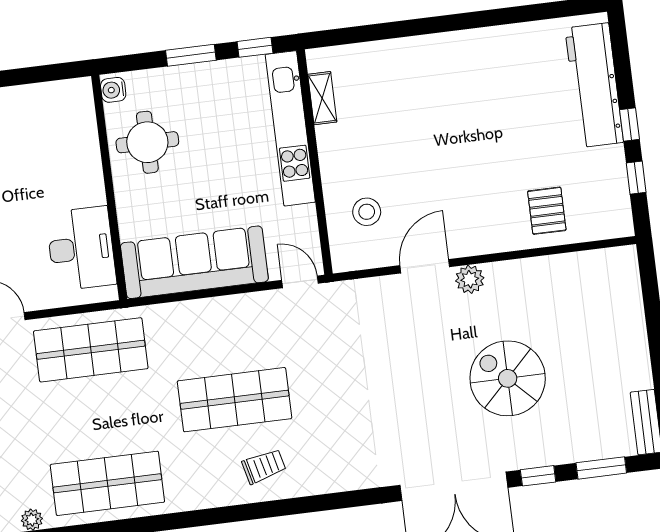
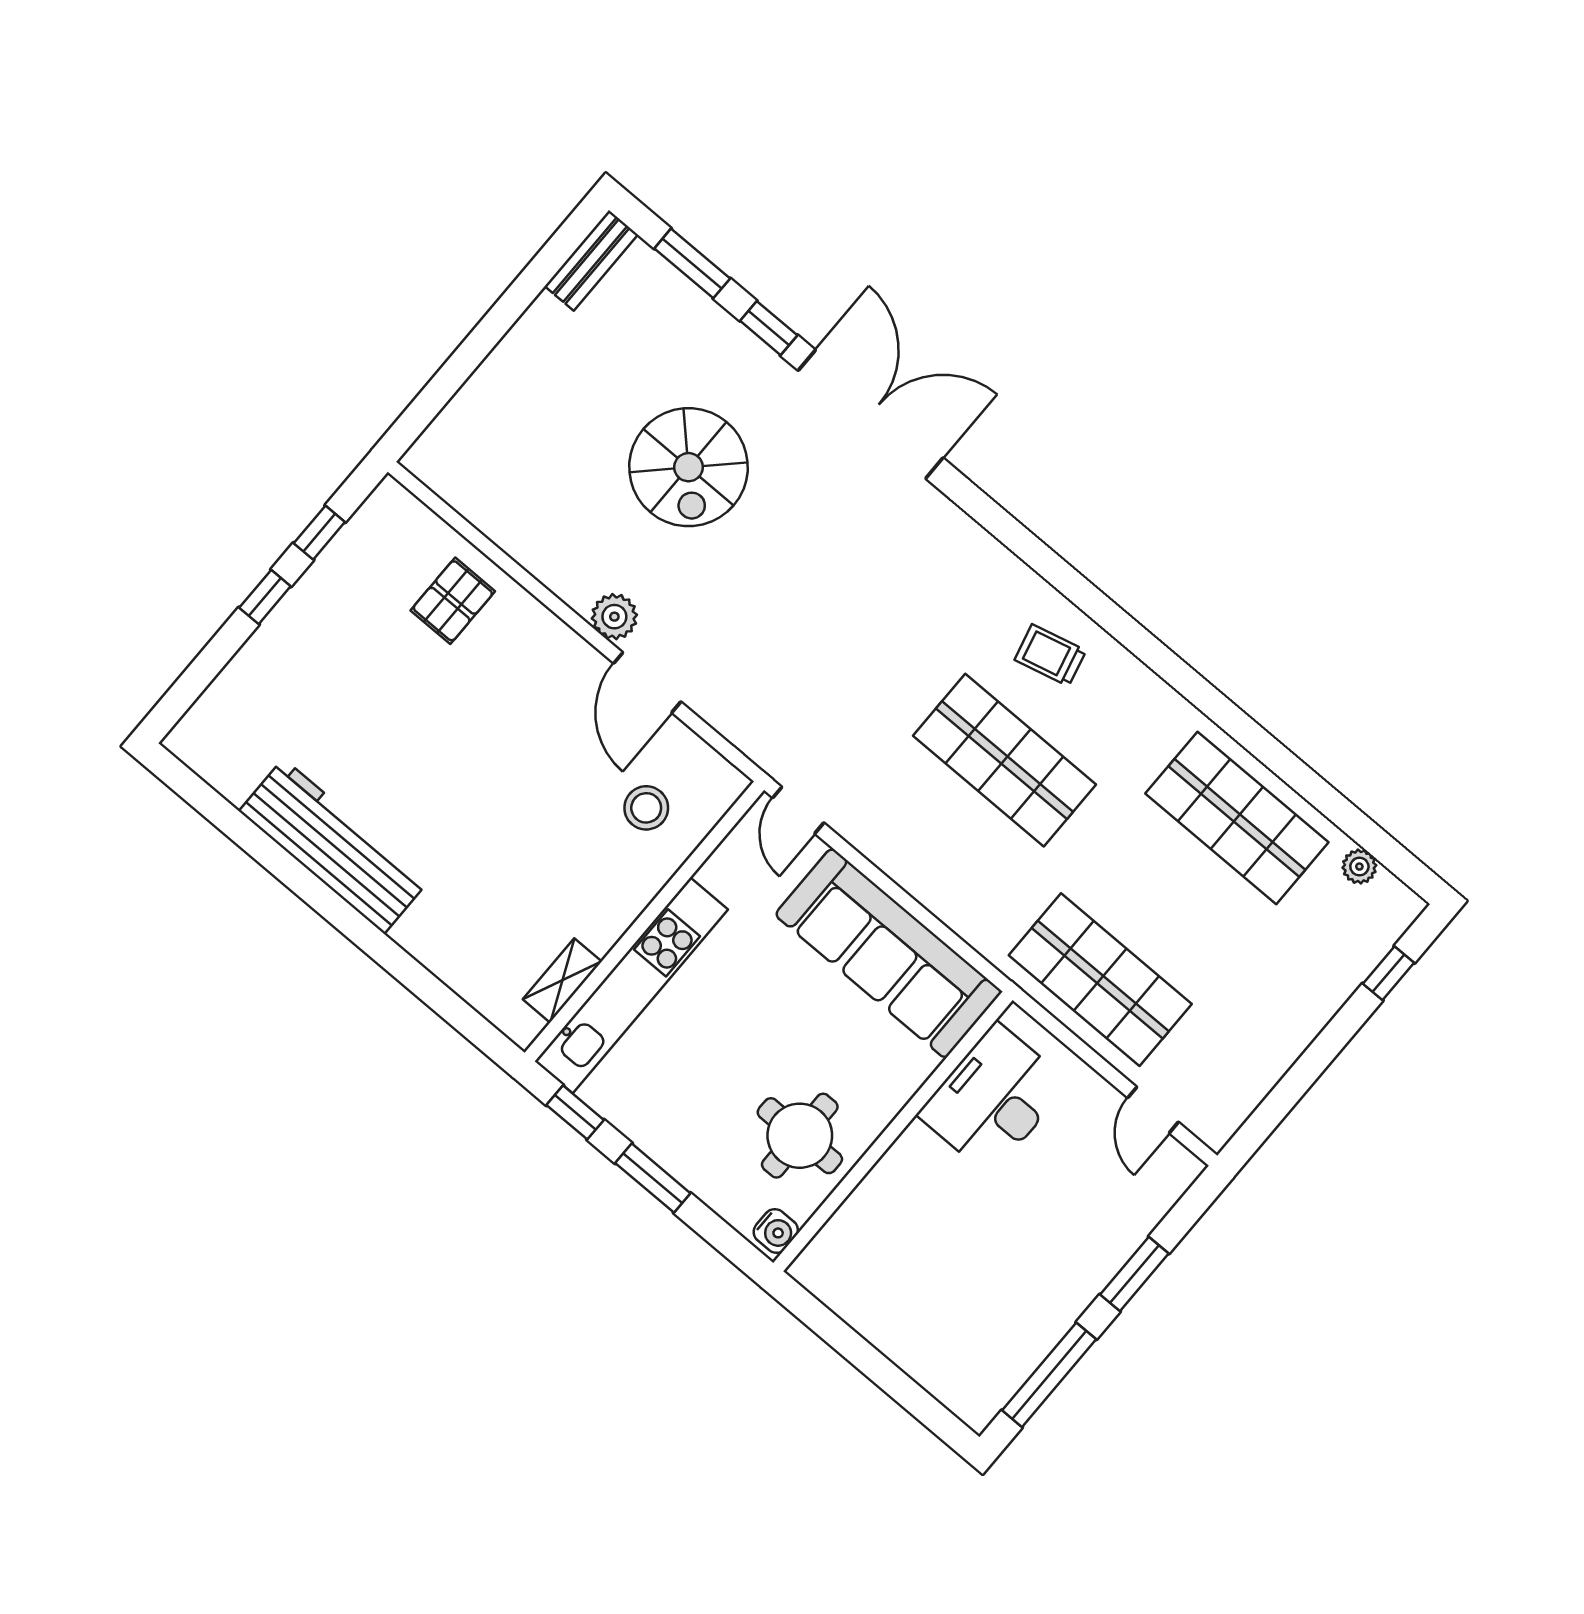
workbench: (594, 85) -> (334, 846), moved, turned -90
door: (425, 266) -> (647, 683), hinge flipped

